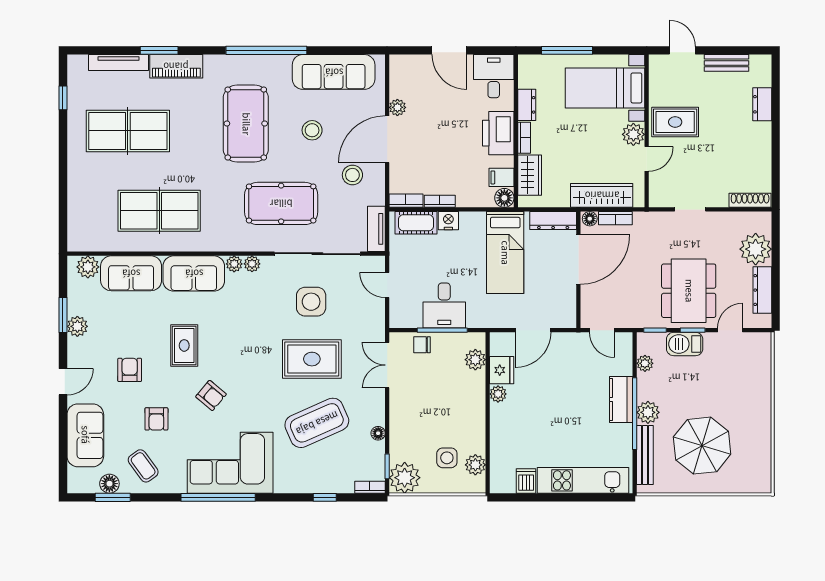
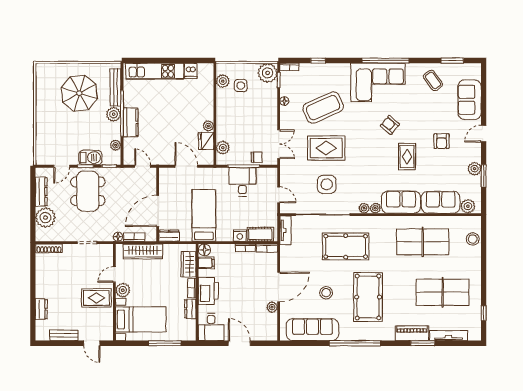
stool: (352, 175) -> (473, 239), moved
floor lamp: (590, 219) -> (118, 237), moved
dresser: (553, 221) -> (169, 236), width x0.70
door: (533, 330) -> (186, 166), hinge flipped
armchair: (156, 419) -> (425, 110), removed
floor lamp: (109, 484) -> (454, 69), removed

